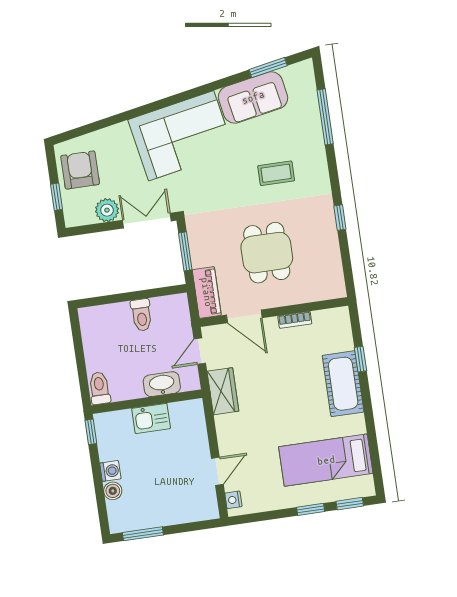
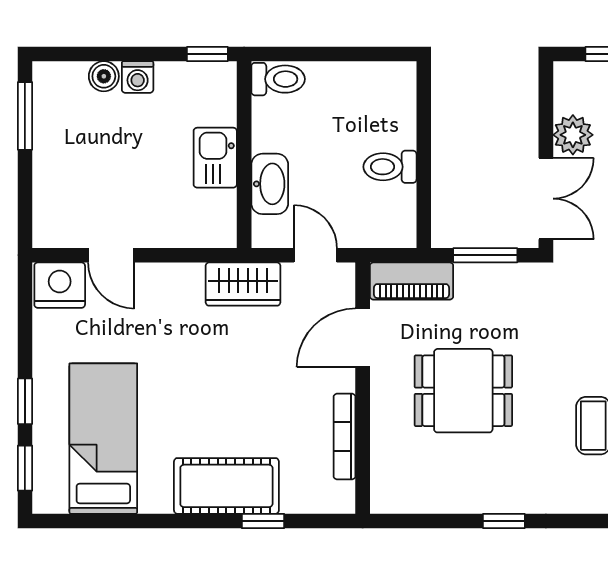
bookcase: (295, 320) -> (344, 437), width x1.56
nightstand: (233, 500) -> (60, 285), width x1.89, depth x1.79

